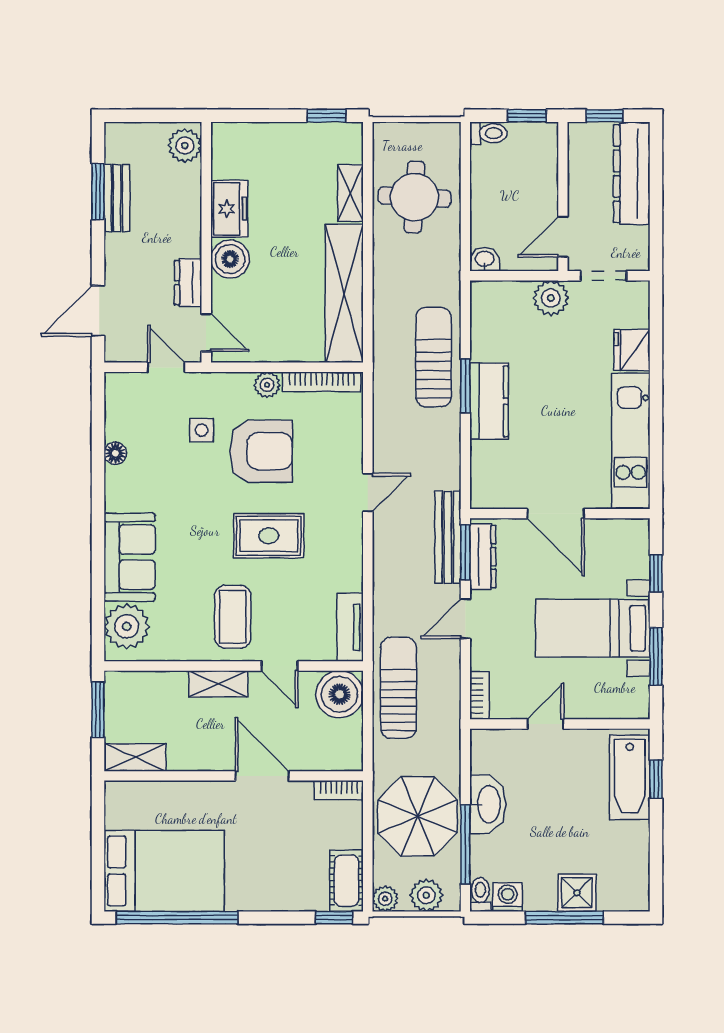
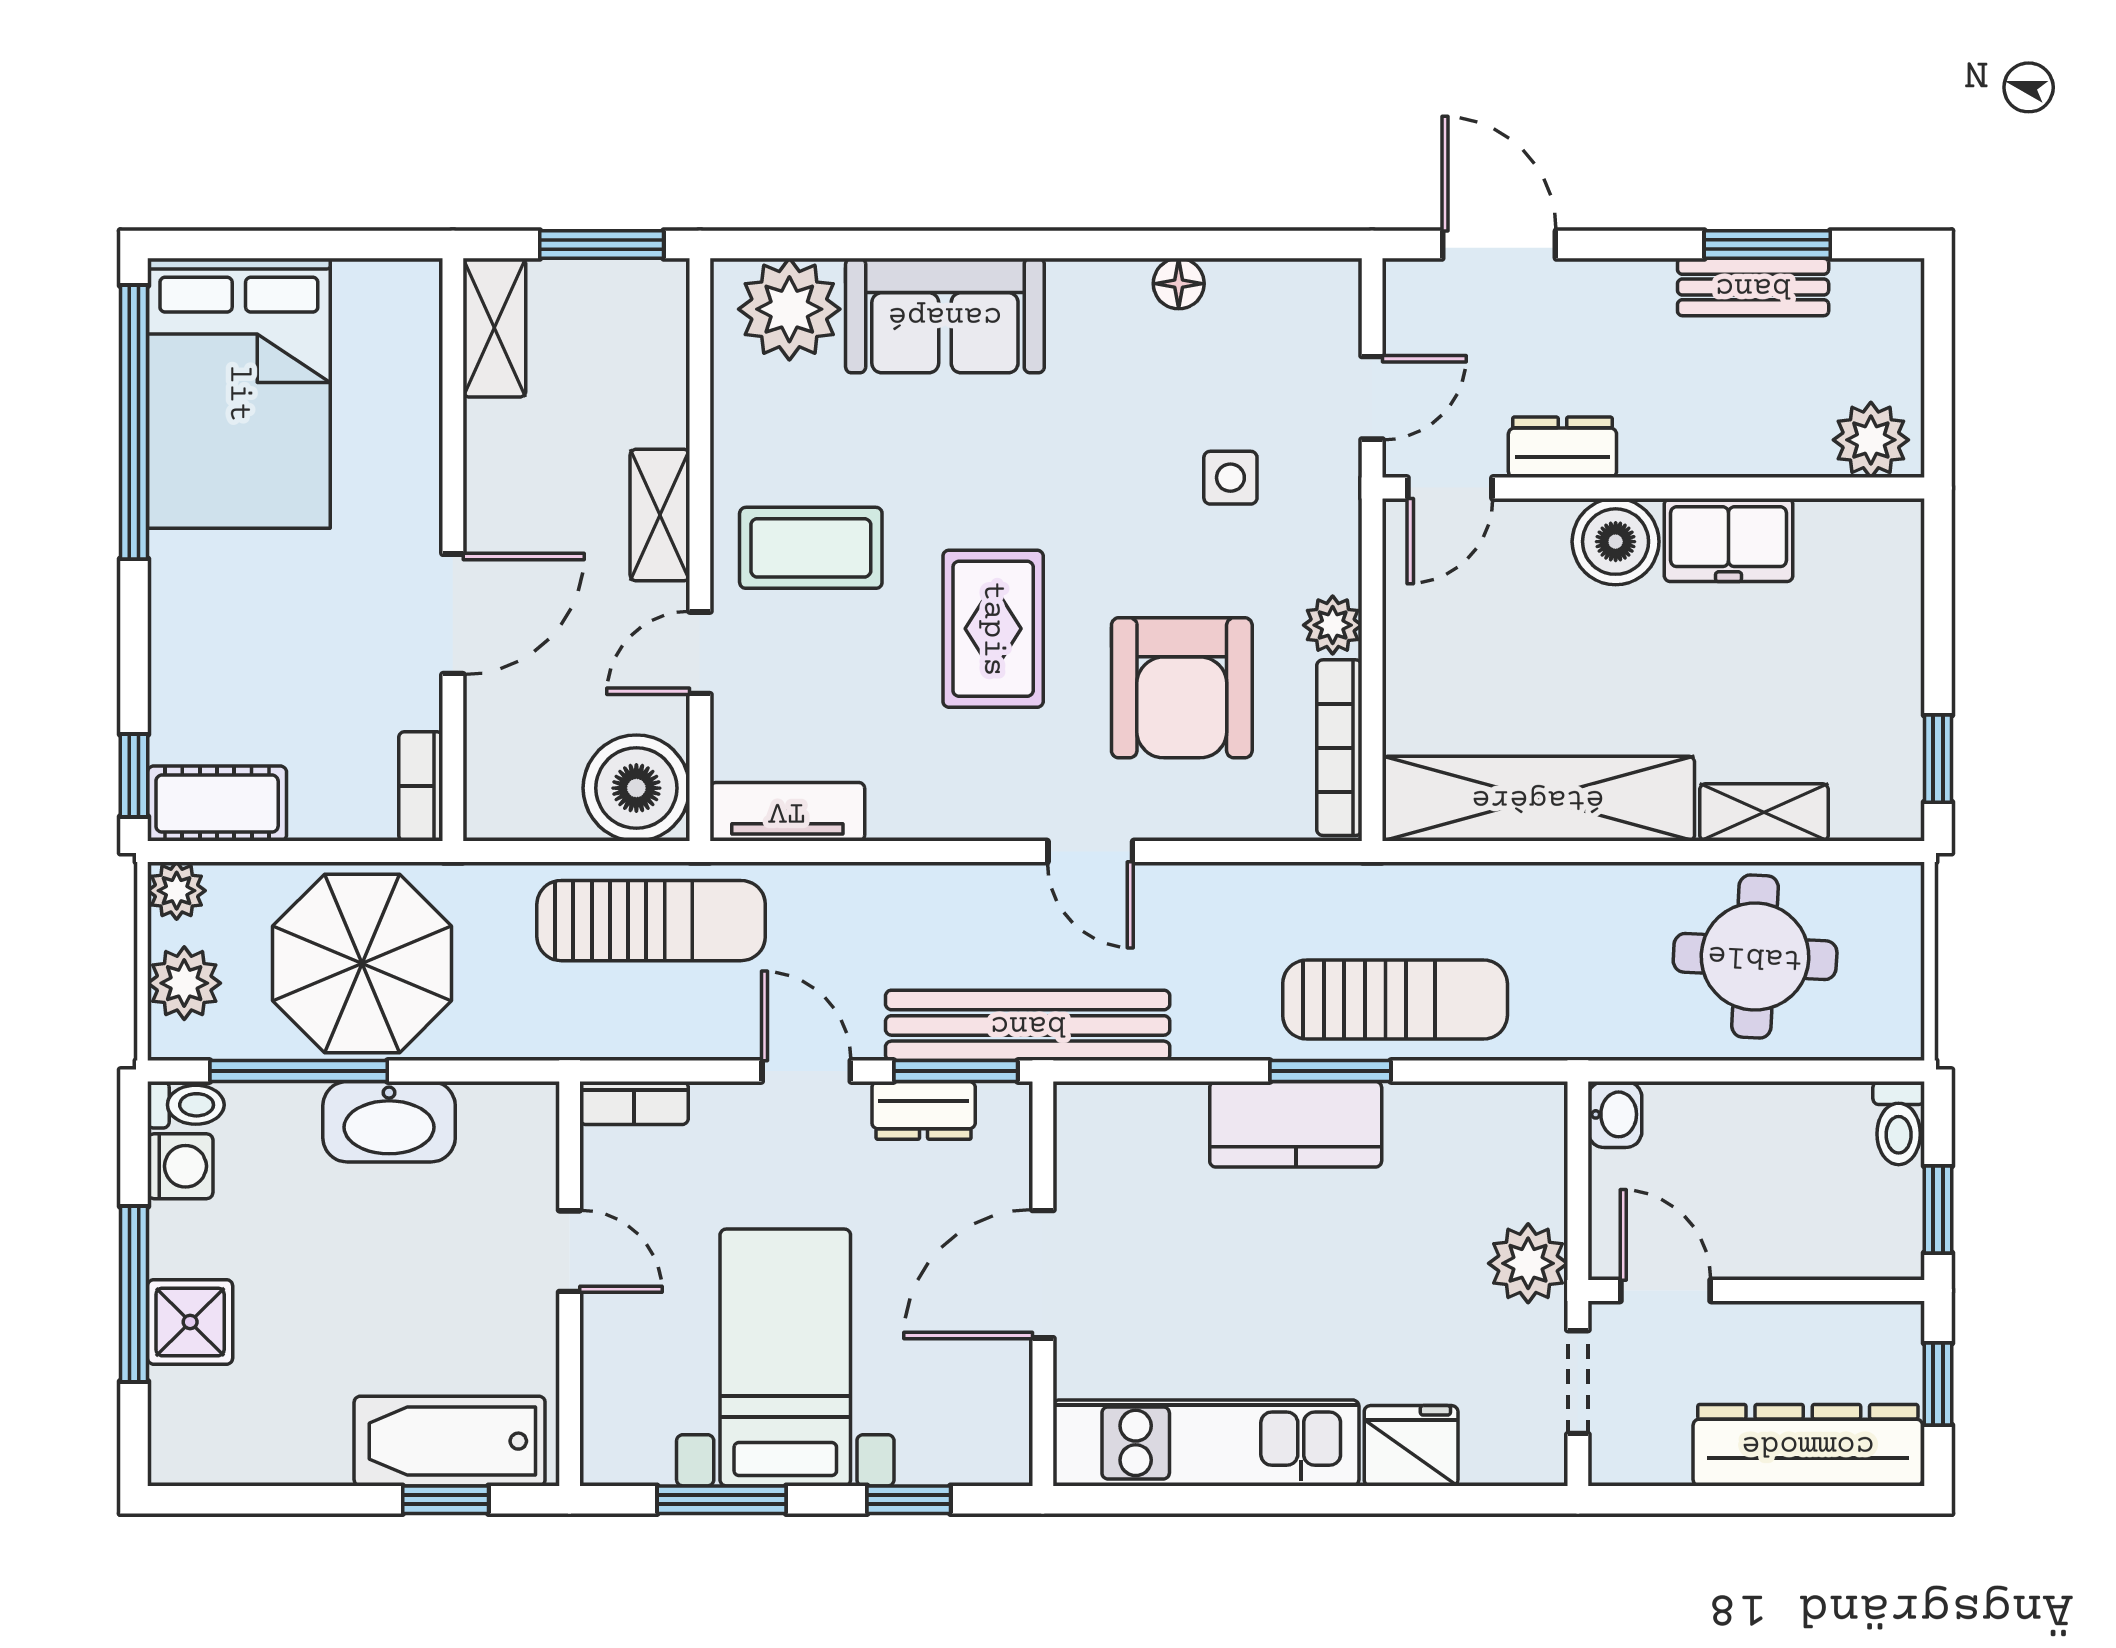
armchair: (261, 451) -> (1182, 688), moved
bench: (448, 537) -> (1028, 1025), width x1.37, depth x1.21
dresser: (483, 557) -> (924, 1110), width x0.70

